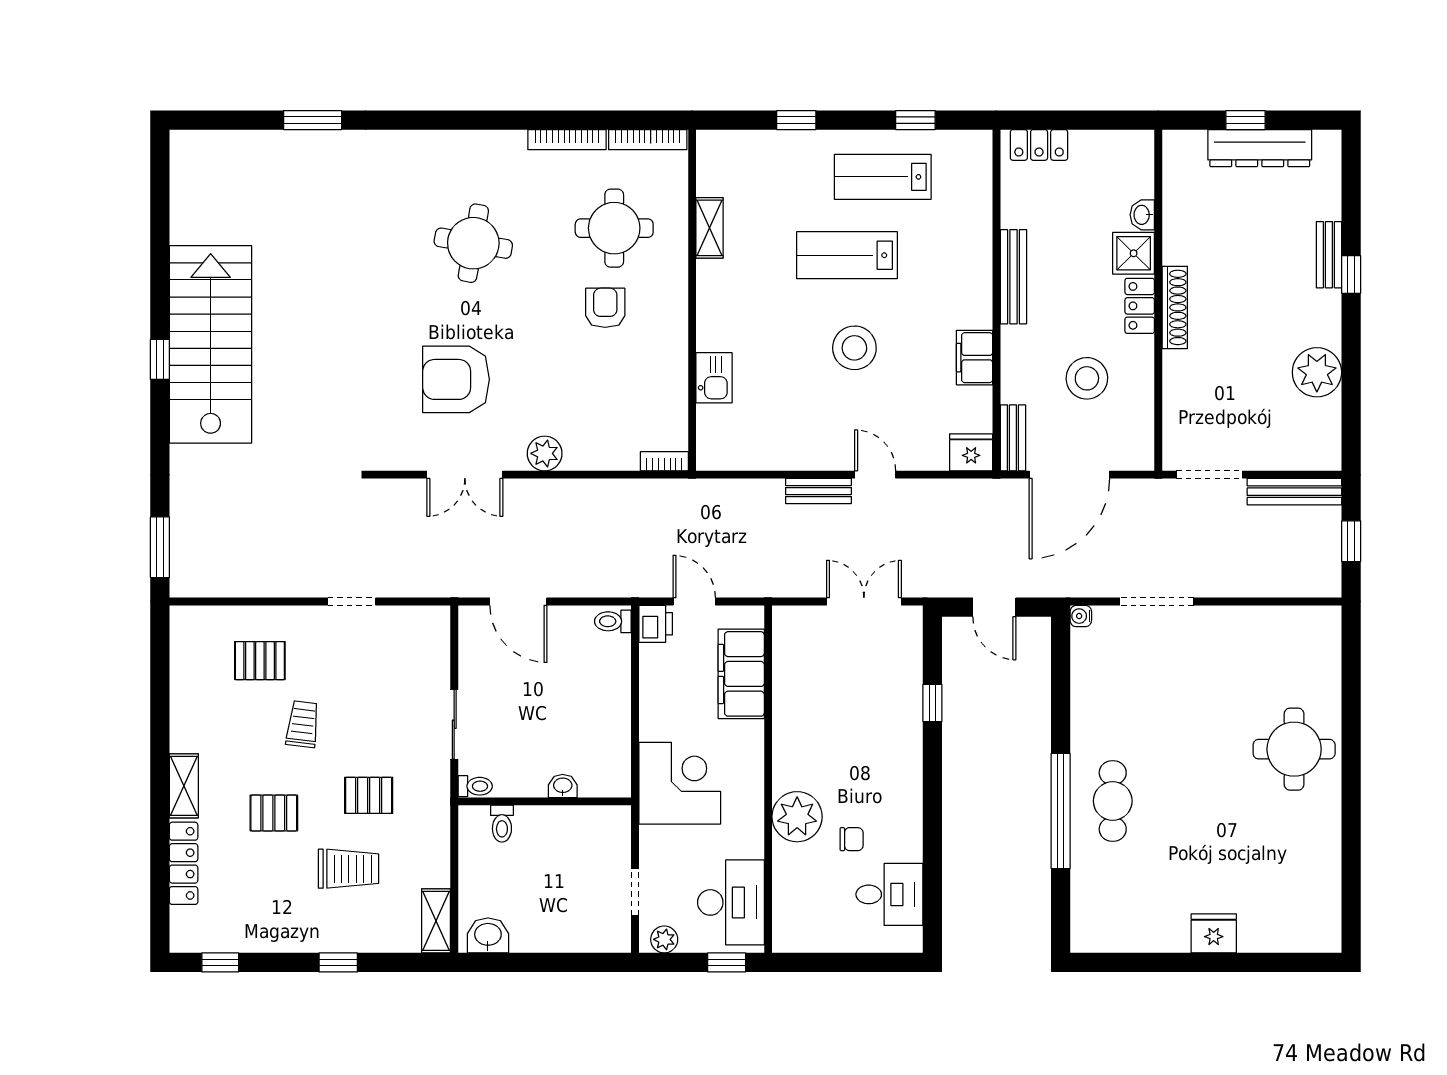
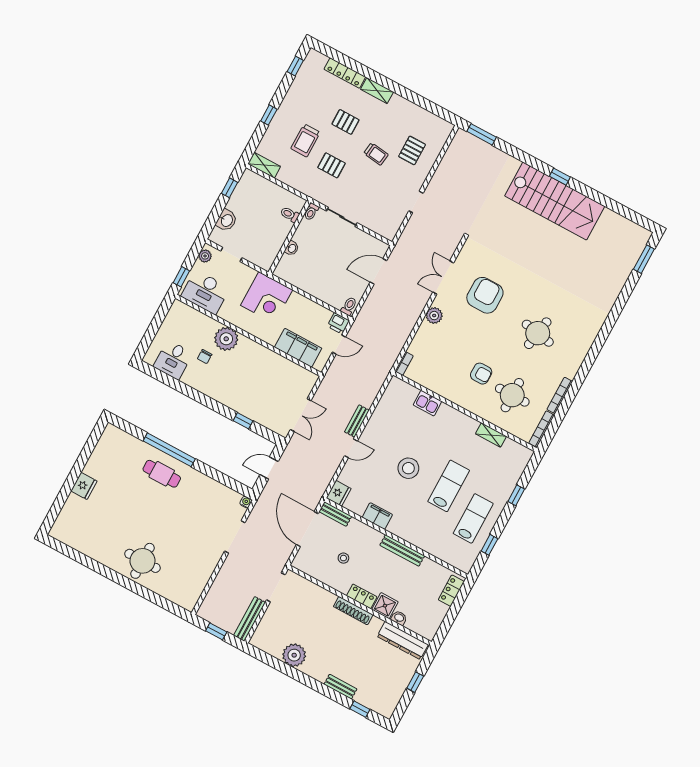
window: (313, 120) -> (644, 259), moved
dresser: (1260, 148) -> (403, 640), moved, turned -90
window: (1351, 274) -> (360, 709), moved
stool: (1087, 378) -> (343, 558), width x0.53, depth x0.53
pallet: (369, 795) -> (331, 165), turned 90
pallet: (274, 813) -> (345, 122), turned 90
washbasin: (488, 935) -> (226, 220), moved
window: (513, 962) -> (230, 188), added

